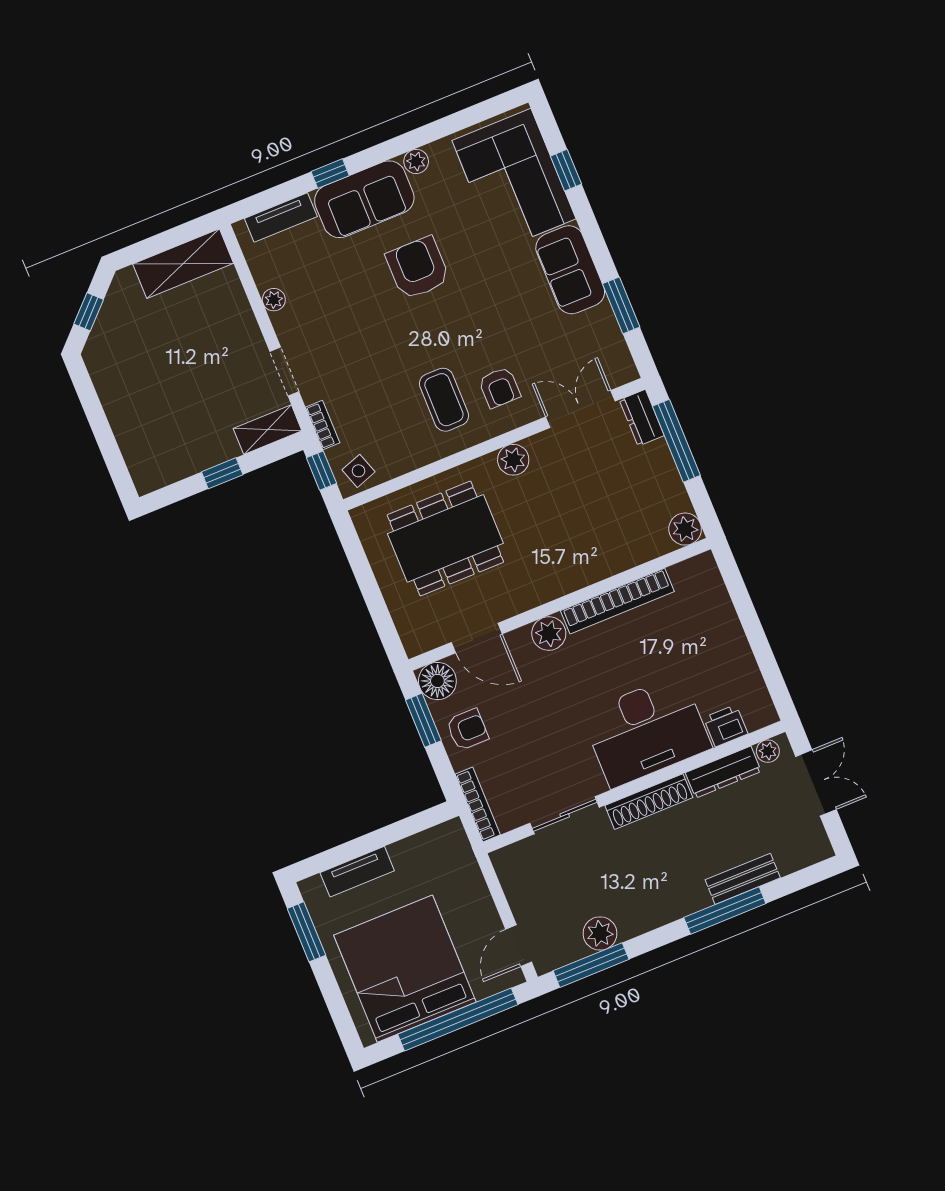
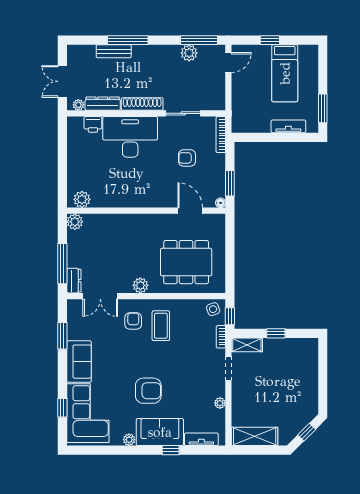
armchair: (418, 268) -> (148, 391), turned -90
bookcase: (617, 601) -> (119, 201), removed
plant: (549, 634) -> (82, 199), moved
floor lamp: (437, 681) -> (221, 203), width x0.53, depth x0.53
armchair: (467, 730) -> (187, 158), moved
bed: (405, 969) -> (285, 73), width x0.49
window: (458, 1019) -> (270, 40), width x0.32

